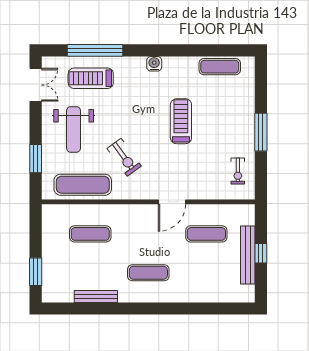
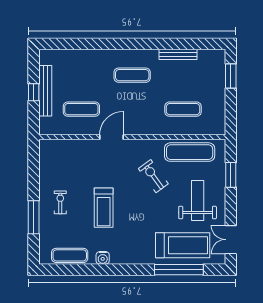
water cooler: (154, 64) -> (103, 258), moved
treadmill: (91, 78) -> (183, 245), width x1.37, depth x1.38
window: (261, 132) -> (34, 217), moved
exercise bike: (238, 171) -> (60, 202), moved

